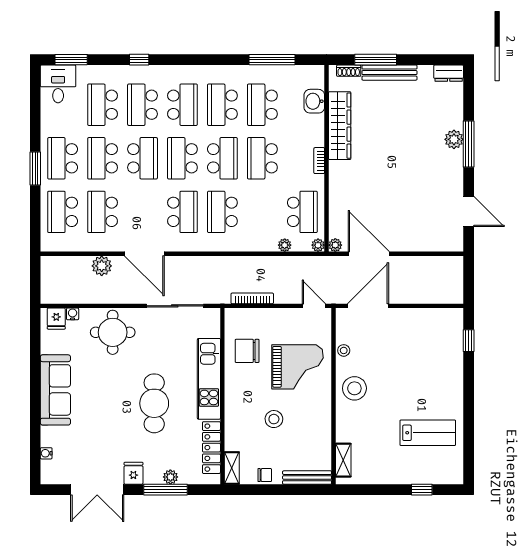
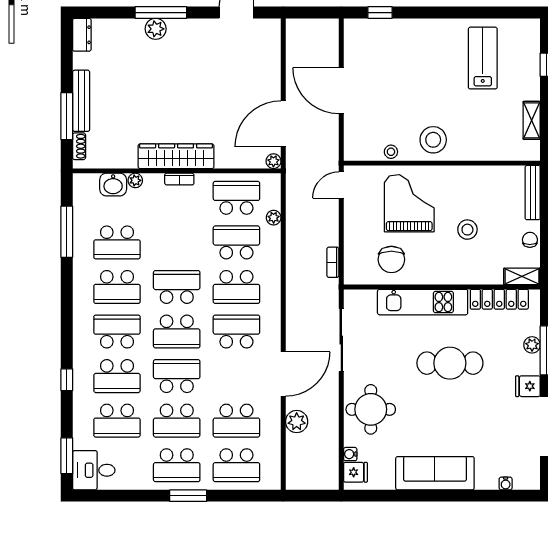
wardrobe: (340, 126) -> (176, 156), moved
school desk: (262, 158) -> (236, 242), moved, turned 180
plant: (318, 245) -> (135, 180), moved
bookcase: (252, 298) -> (333, 262), width x0.64
door: (368, 306) -> (341, 91), moved
shelving: (343, 460) -> (532, 120), moved, turned 90

